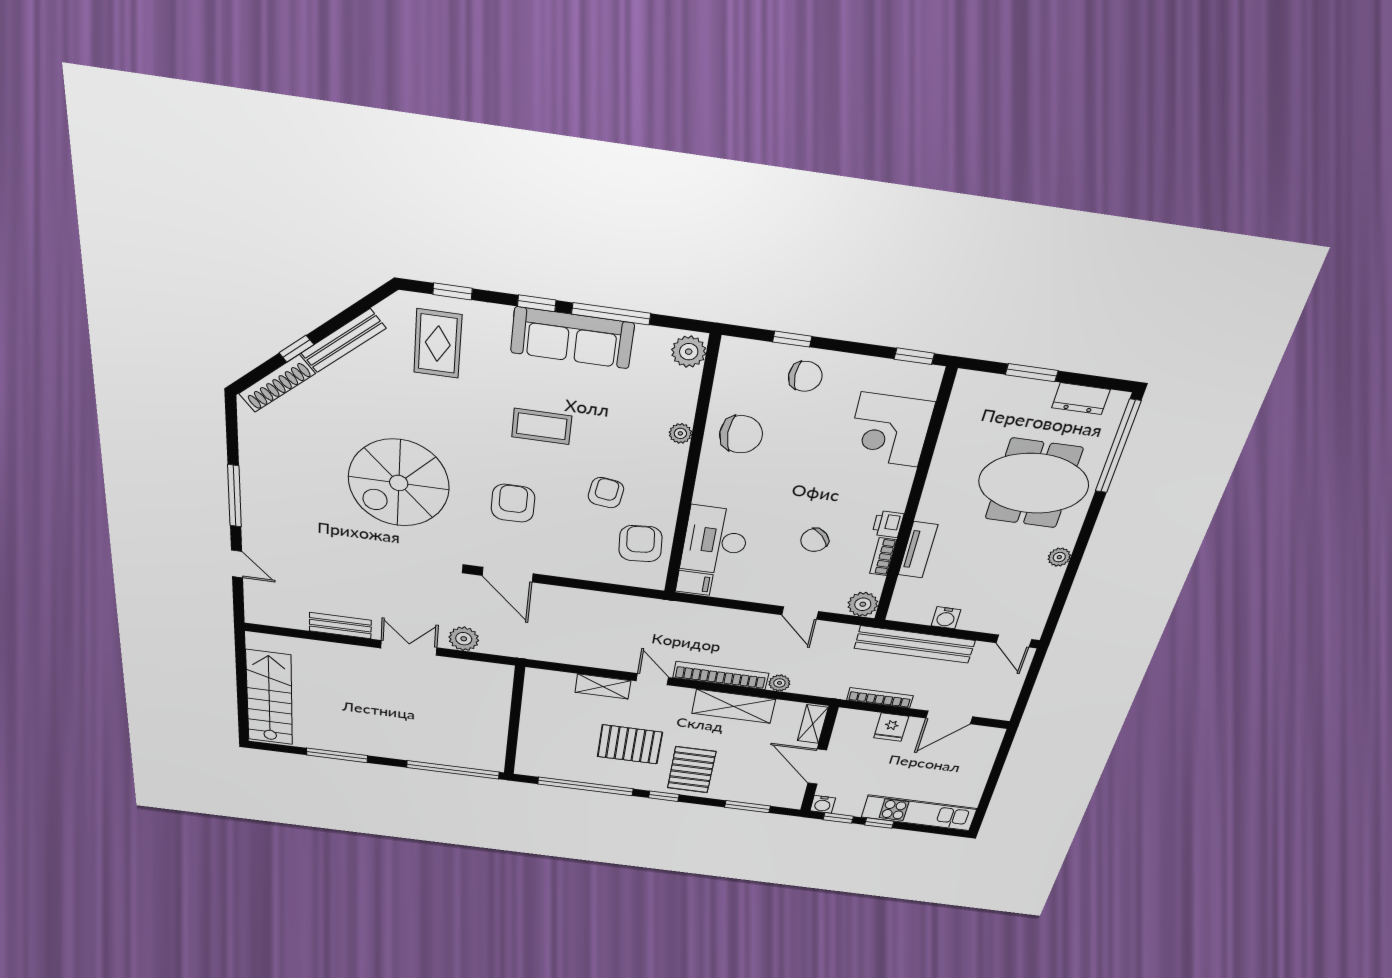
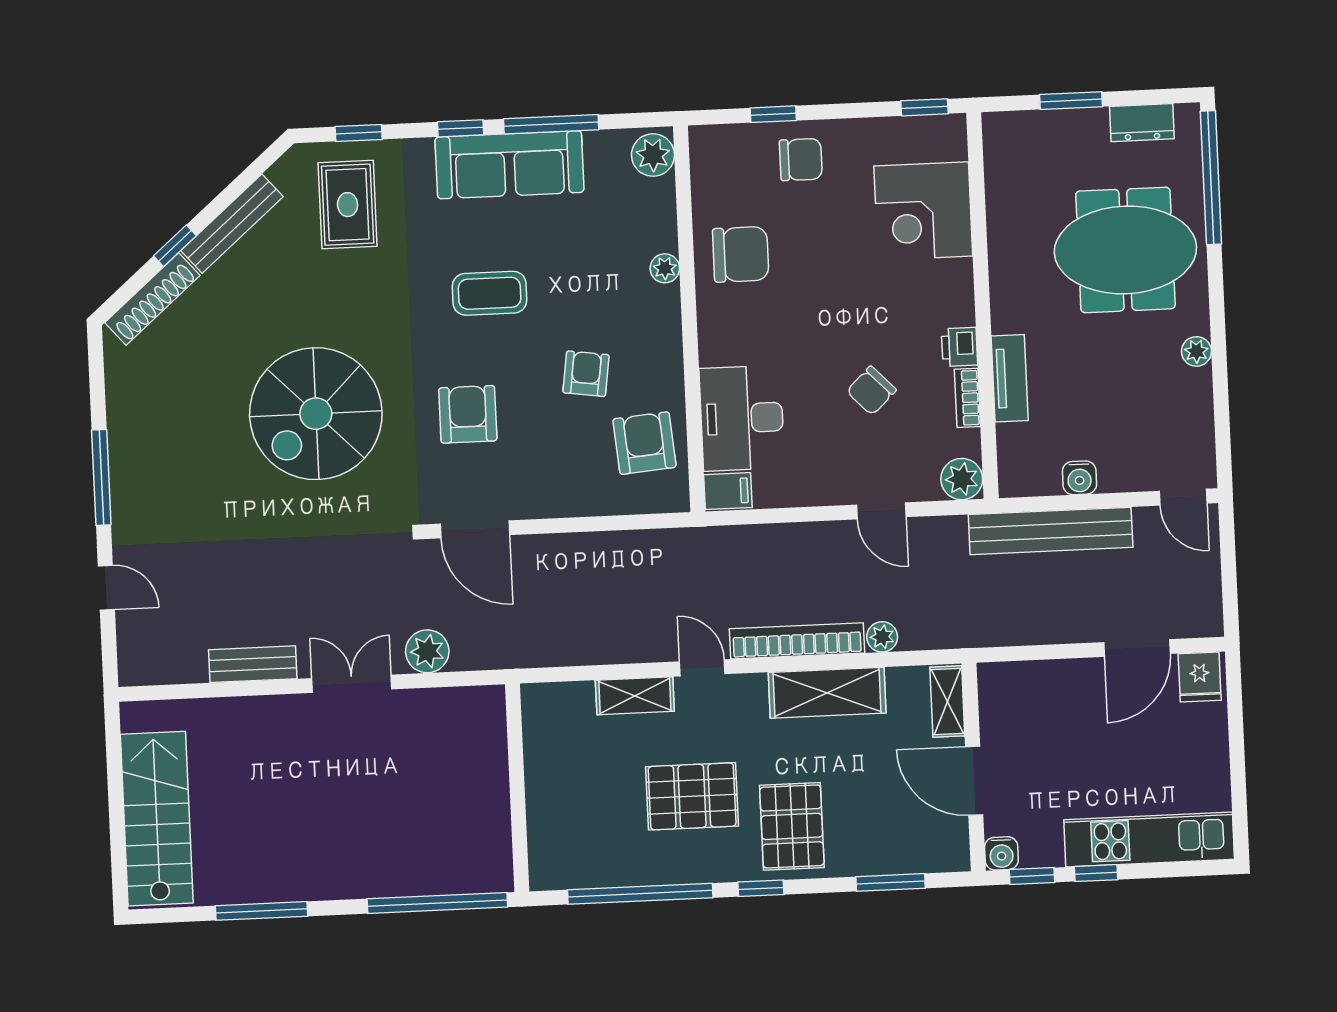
bookcase: (880, 698) -> (1030, 634), removed
fridge: (891, 727) -> (1200, 677), moved

